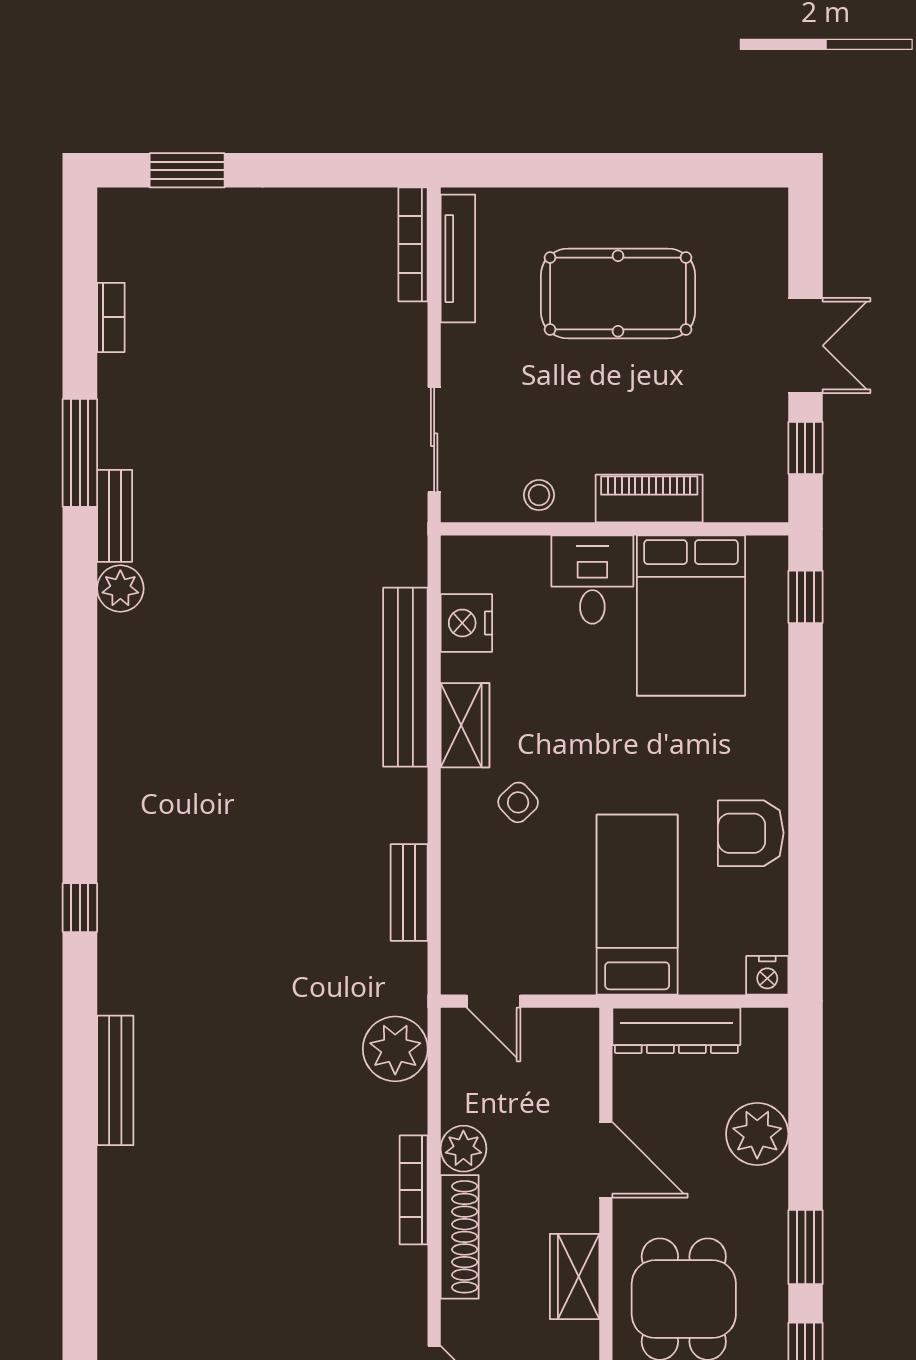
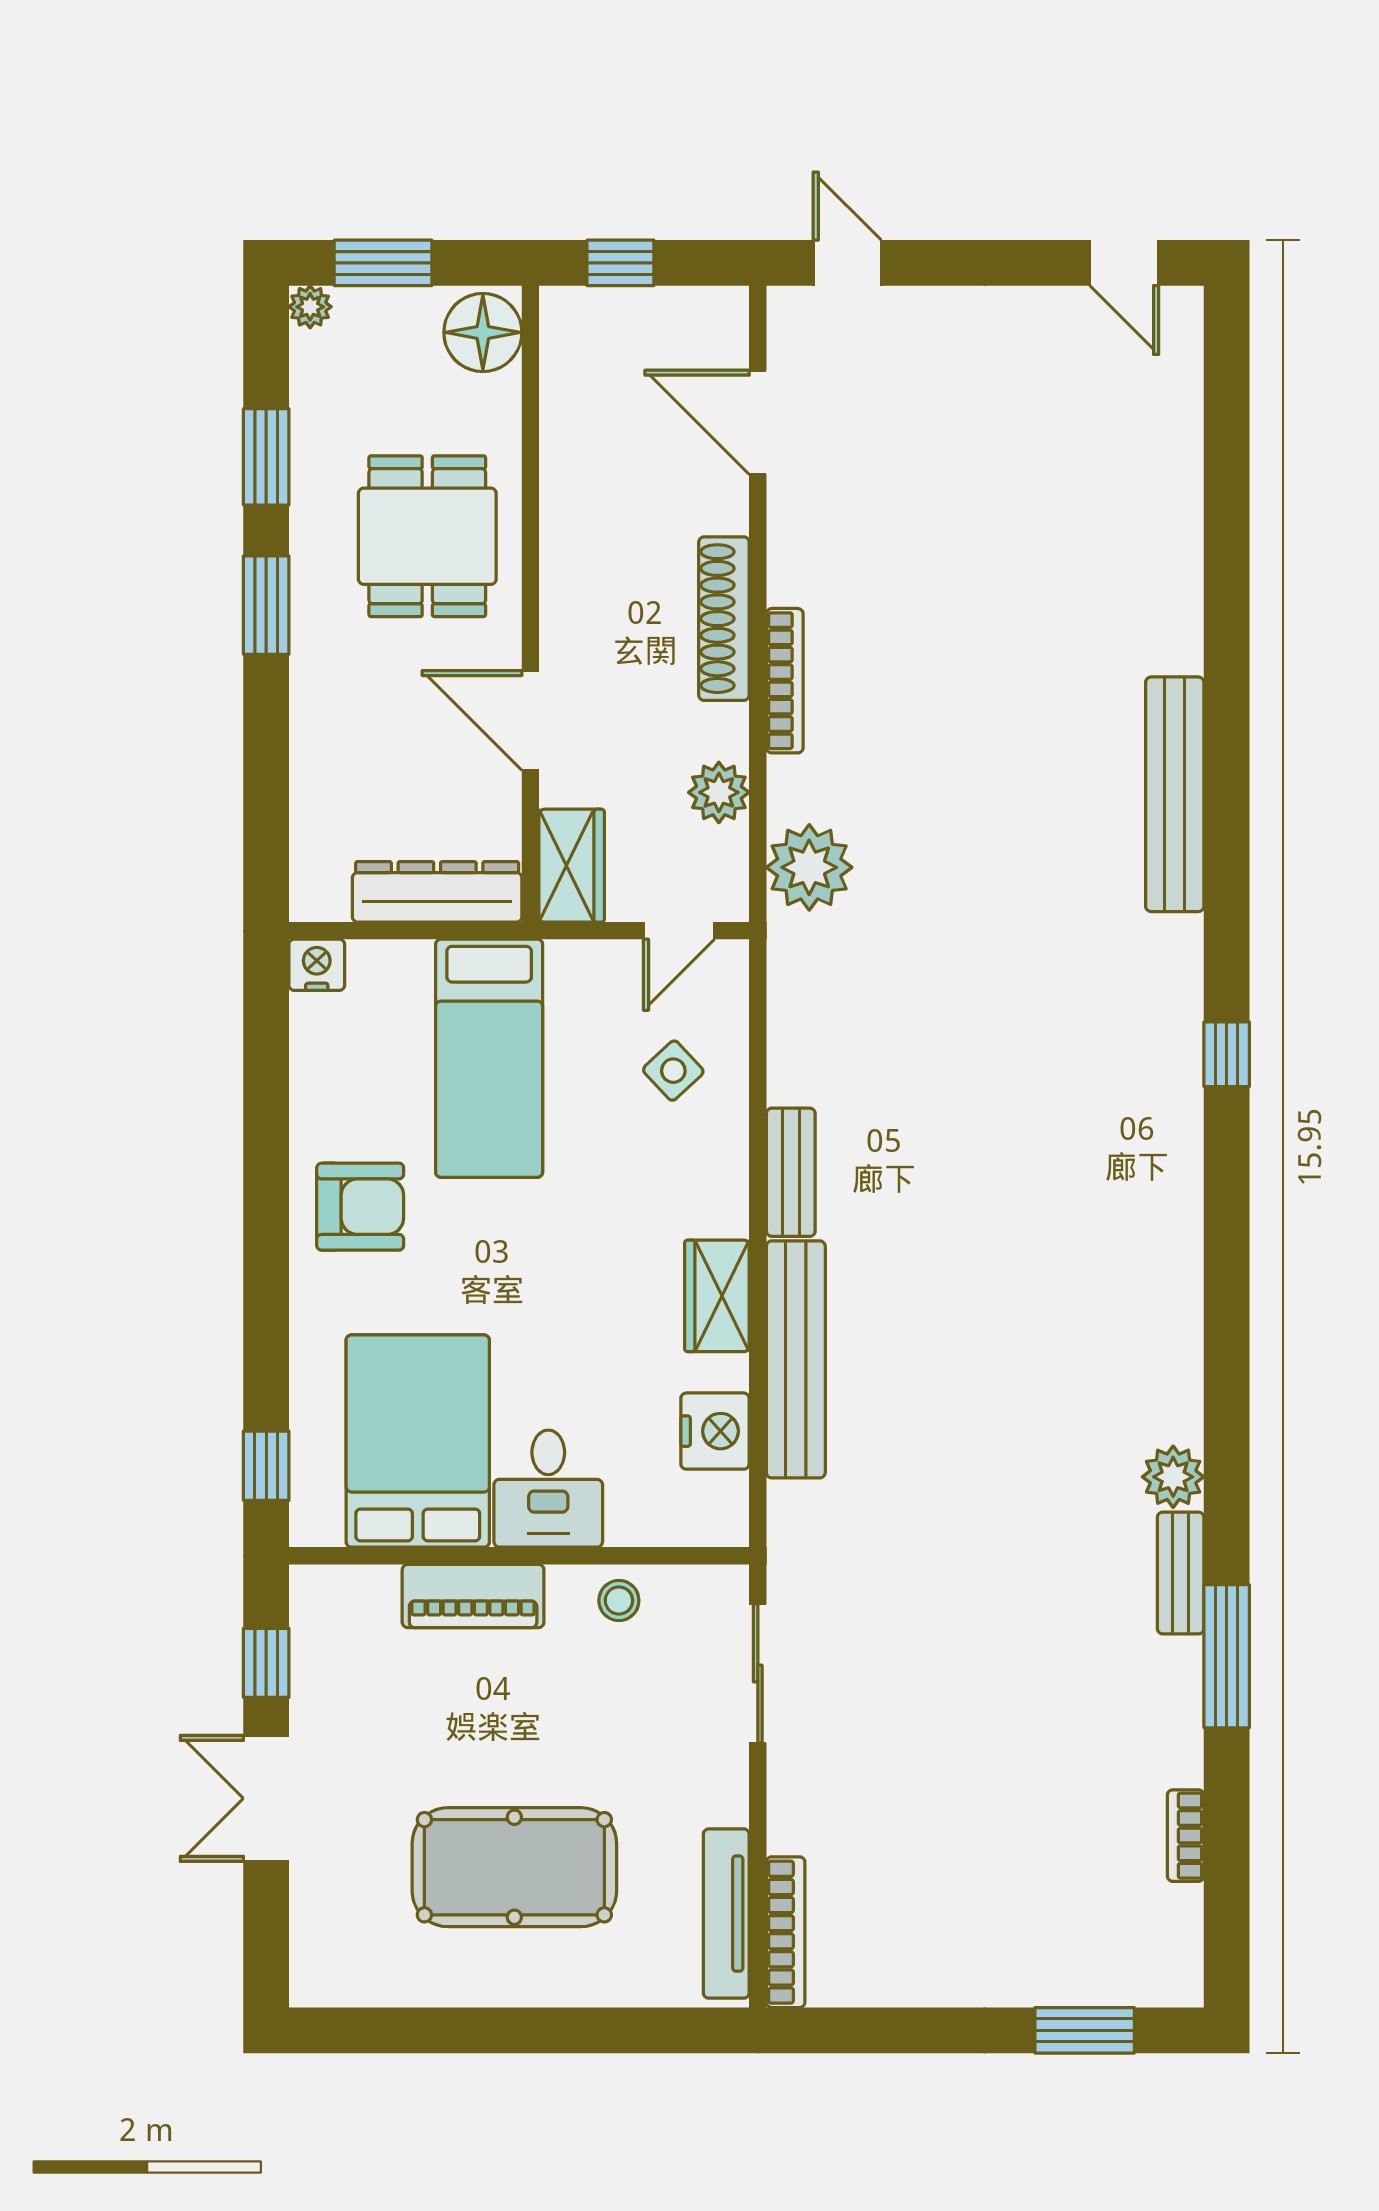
side table: (518, 802) -> (673, 1071), moved
armchair: (751, 833) -> (360, 1207), moved
bench: (409, 892) -> (791, 1172), moved
door: (494, 1001) -> (679, 931), swing flipped
bench: (115, 1080) -> (1175, 794), width x1.37, depth x1.21
plant: (757, 1134) -> (330, 755), removed
plant: (463, 1149) -> (719, 792), moved
wardrobe: (575, 1276) -> (572, 866), moved

